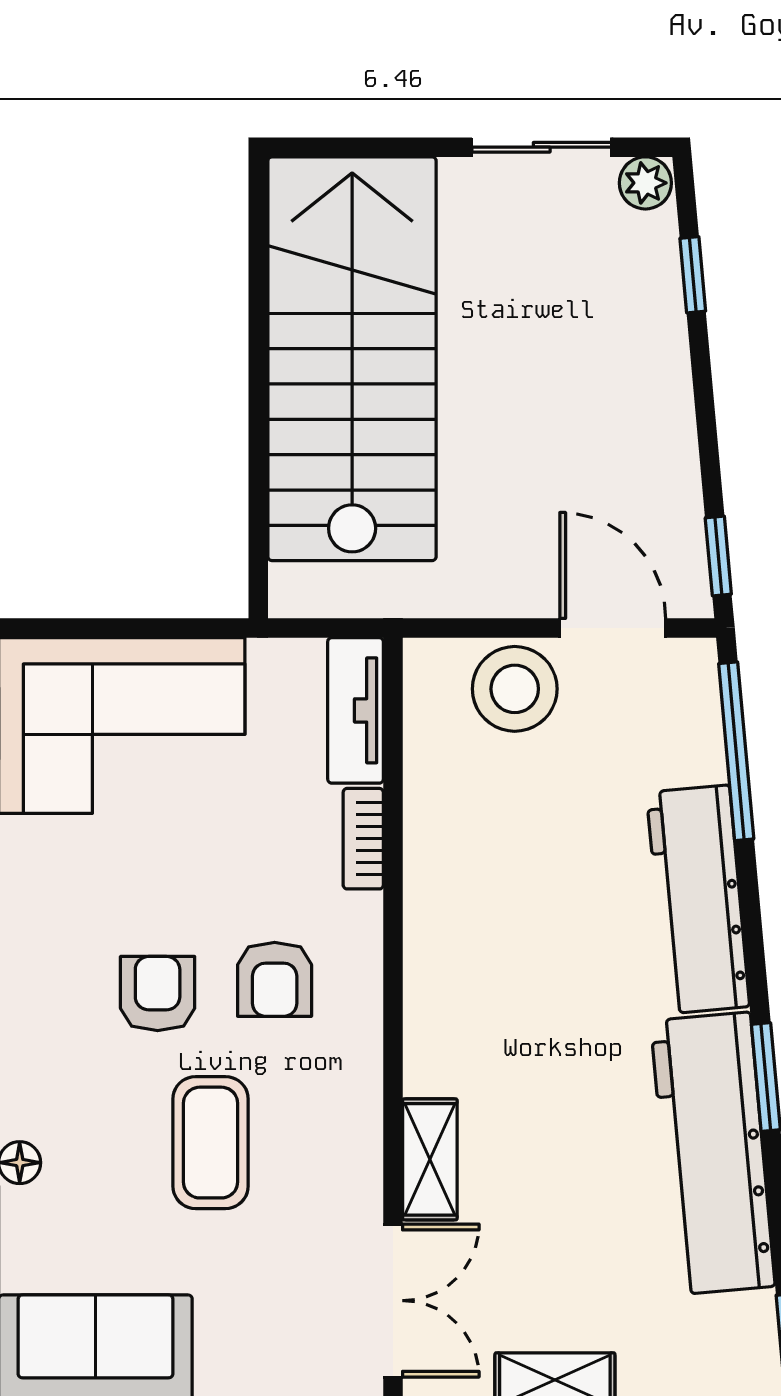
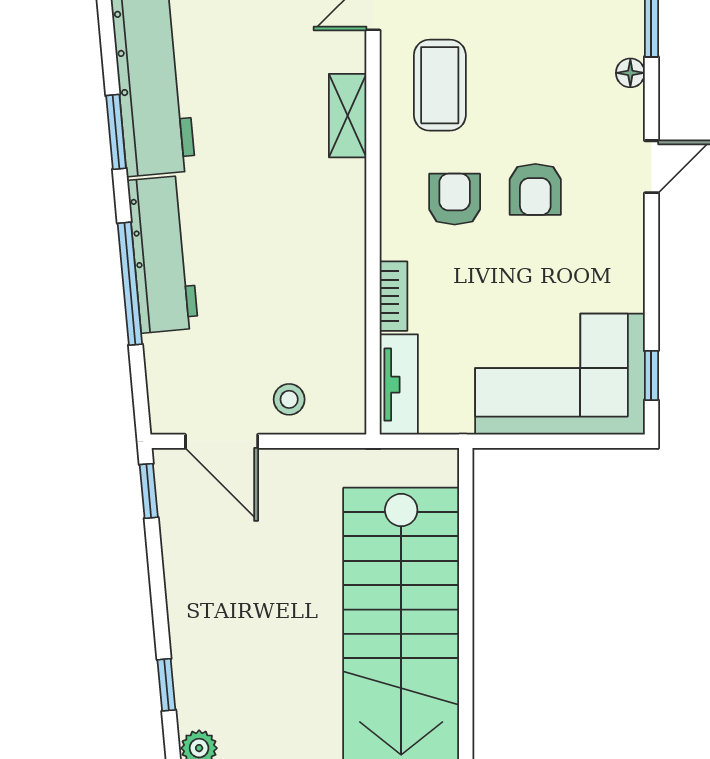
stool: (515, 689) -> (289, 399), width x0.53, depth x0.53
window: (736, 751) -> (130, 284), moved
coffee table: (211, 1143) -> (440, 85), moved
shelving: (430, 1159) -> (348, 116), moved

